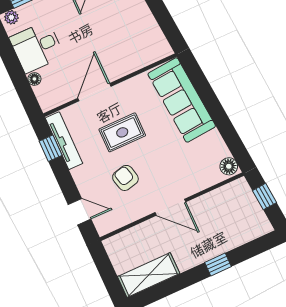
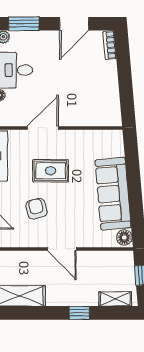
sofa: (182, 100) -> (113, 194), moved
shelving: (248, 233) -> (115, 299), added

